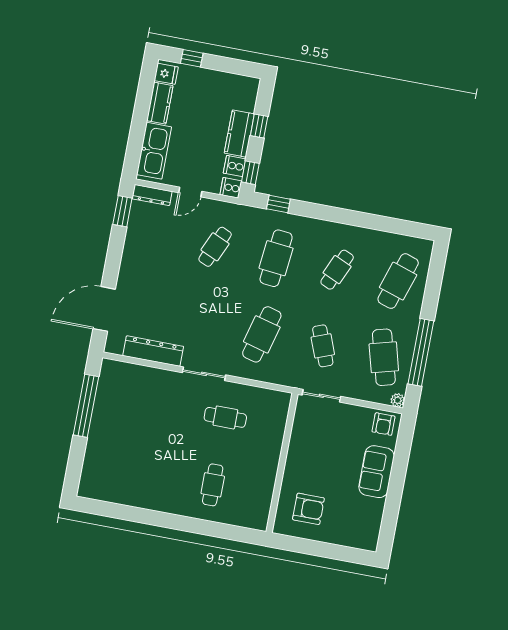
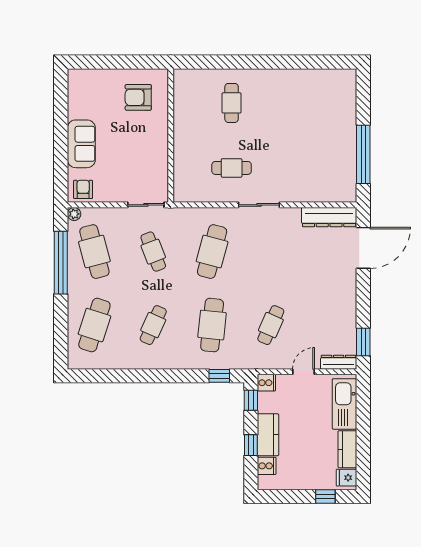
cooker: (235, 166) -> (267, 466), moved
dresser: (153, 351) -> (329, 217), moved

